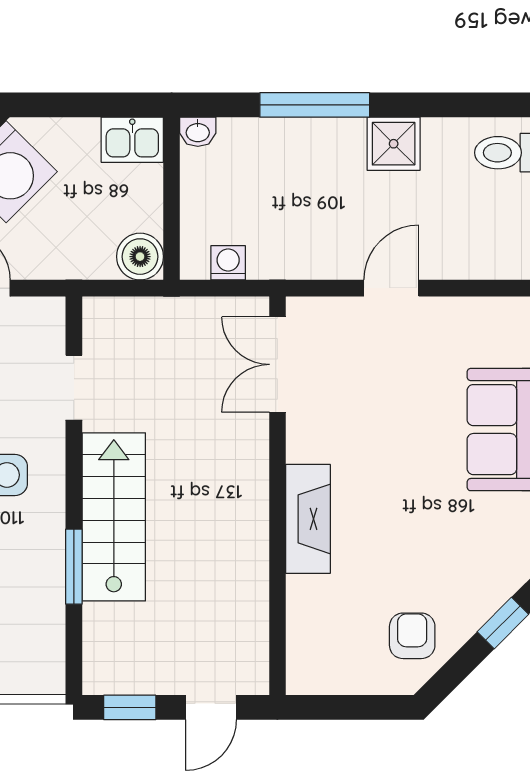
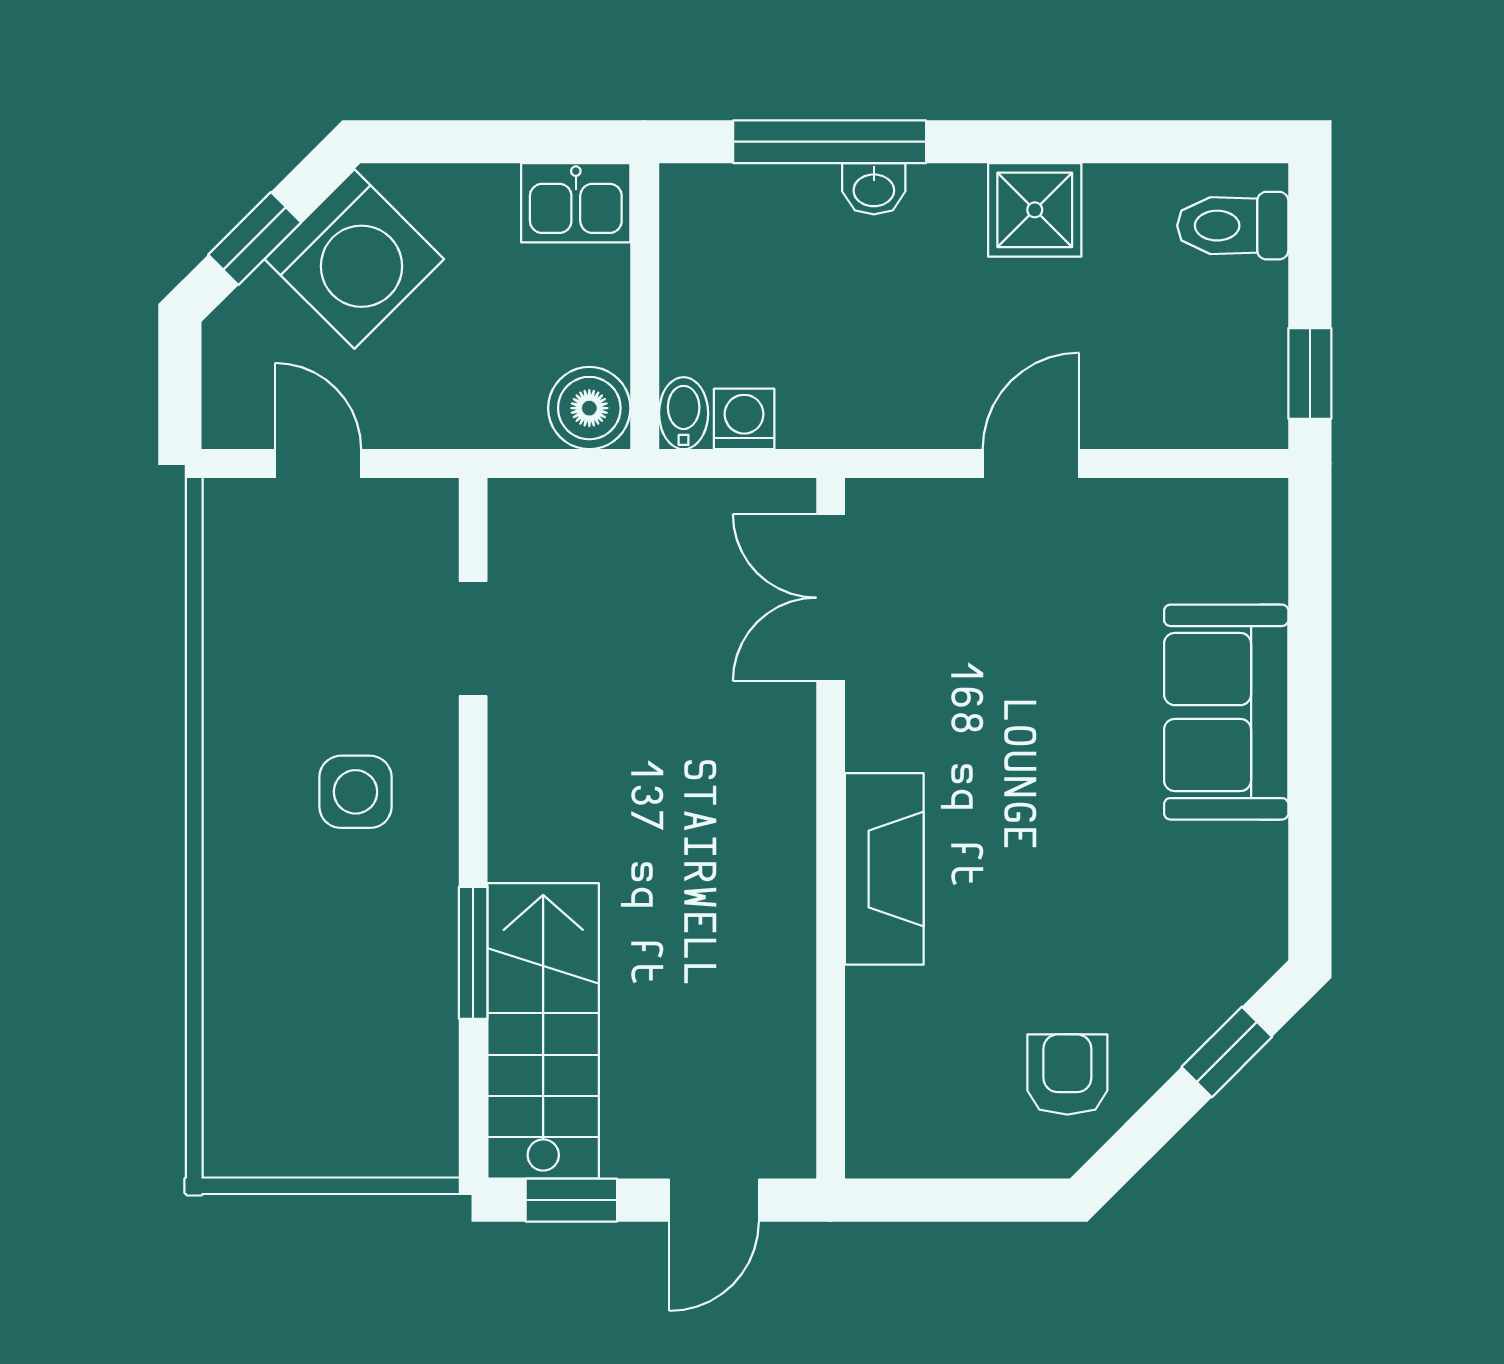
window: (315, 105) -> (830, 142), moved
washbasin: (198, 132) -> (874, 189), moved
bidet: (194, 259) -> (684, 413), added
stairs: (114, 517) -> (543, 1031), moved

